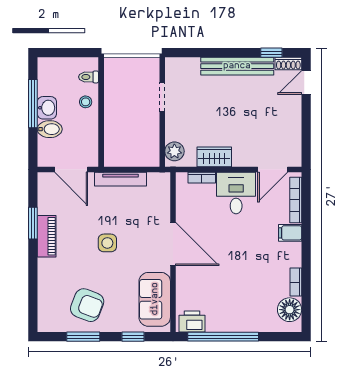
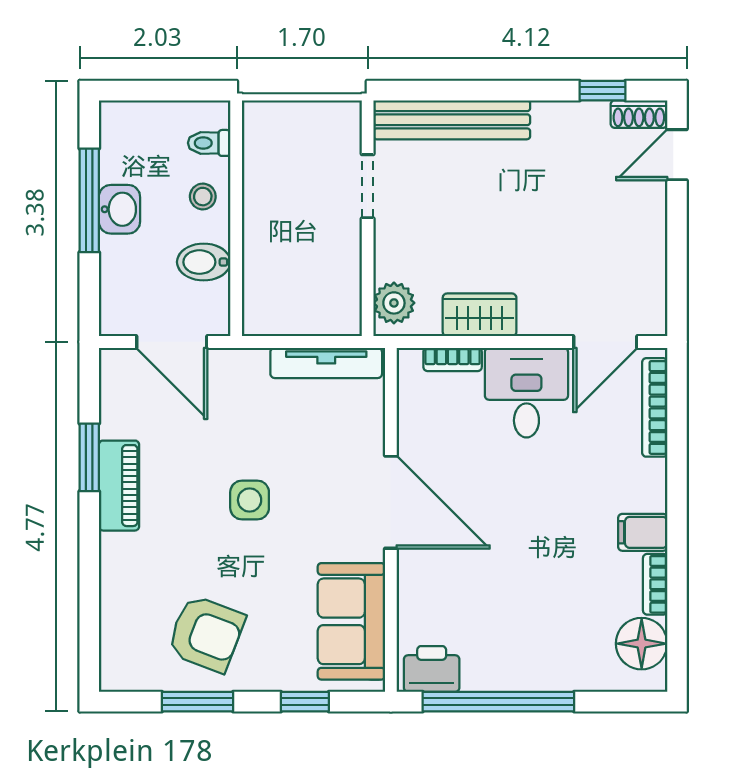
bench: (237, 66) -> (452, 120), moved
bidet: (50, 129) -> (204, 262), moved, turned 180
tv unit: (121, 179) -> (326, 363), moved
filing cabinet: (290, 233) -> (643, 532), moved

